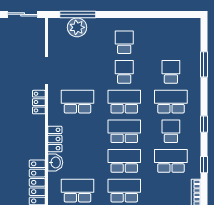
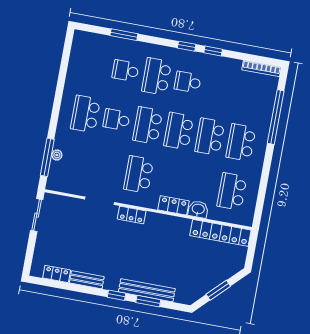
plant: (77, 27) -> (57, 155), width x0.53, depth x0.53
school desk: (124, 42) -> (85, 114), width x1.85
school desk: (171, 161) -> (219, 88), removed
window: (204, 165) -> (213, 51), moved

